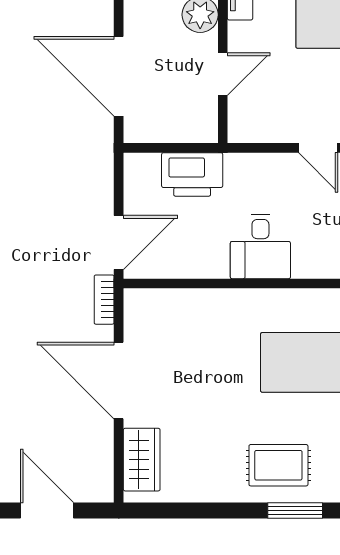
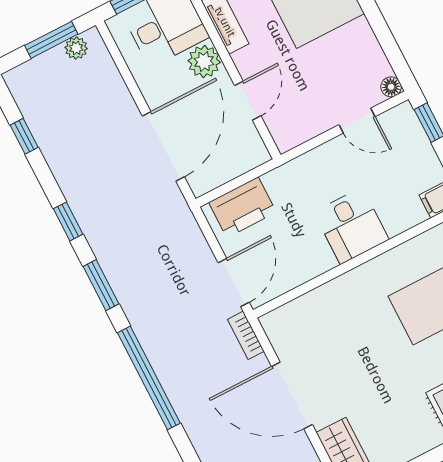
door: (119, 76) -> (163, 146), swing flipped
printer: (192, 174) -> (243, 207), moved

